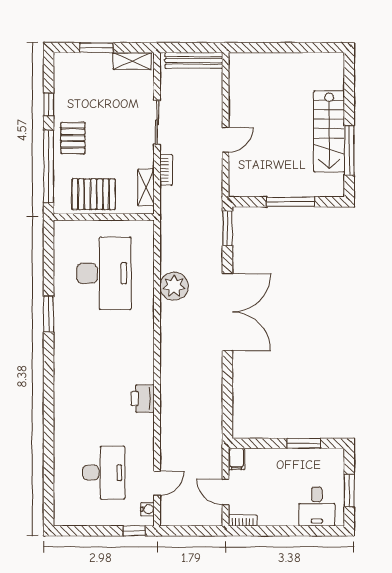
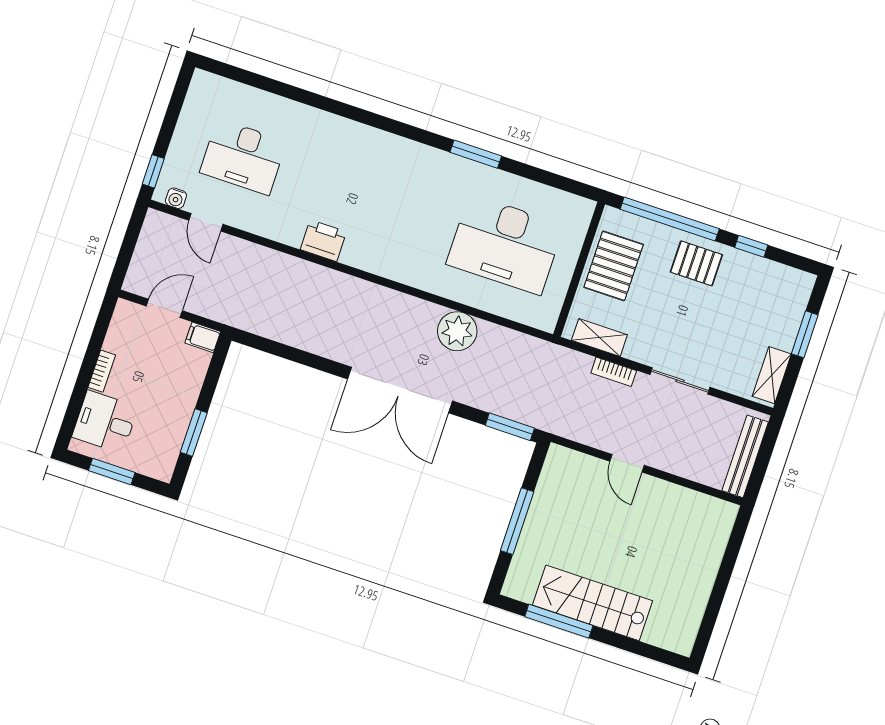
bookcase: (243, 520) -> (102, 371), moved

